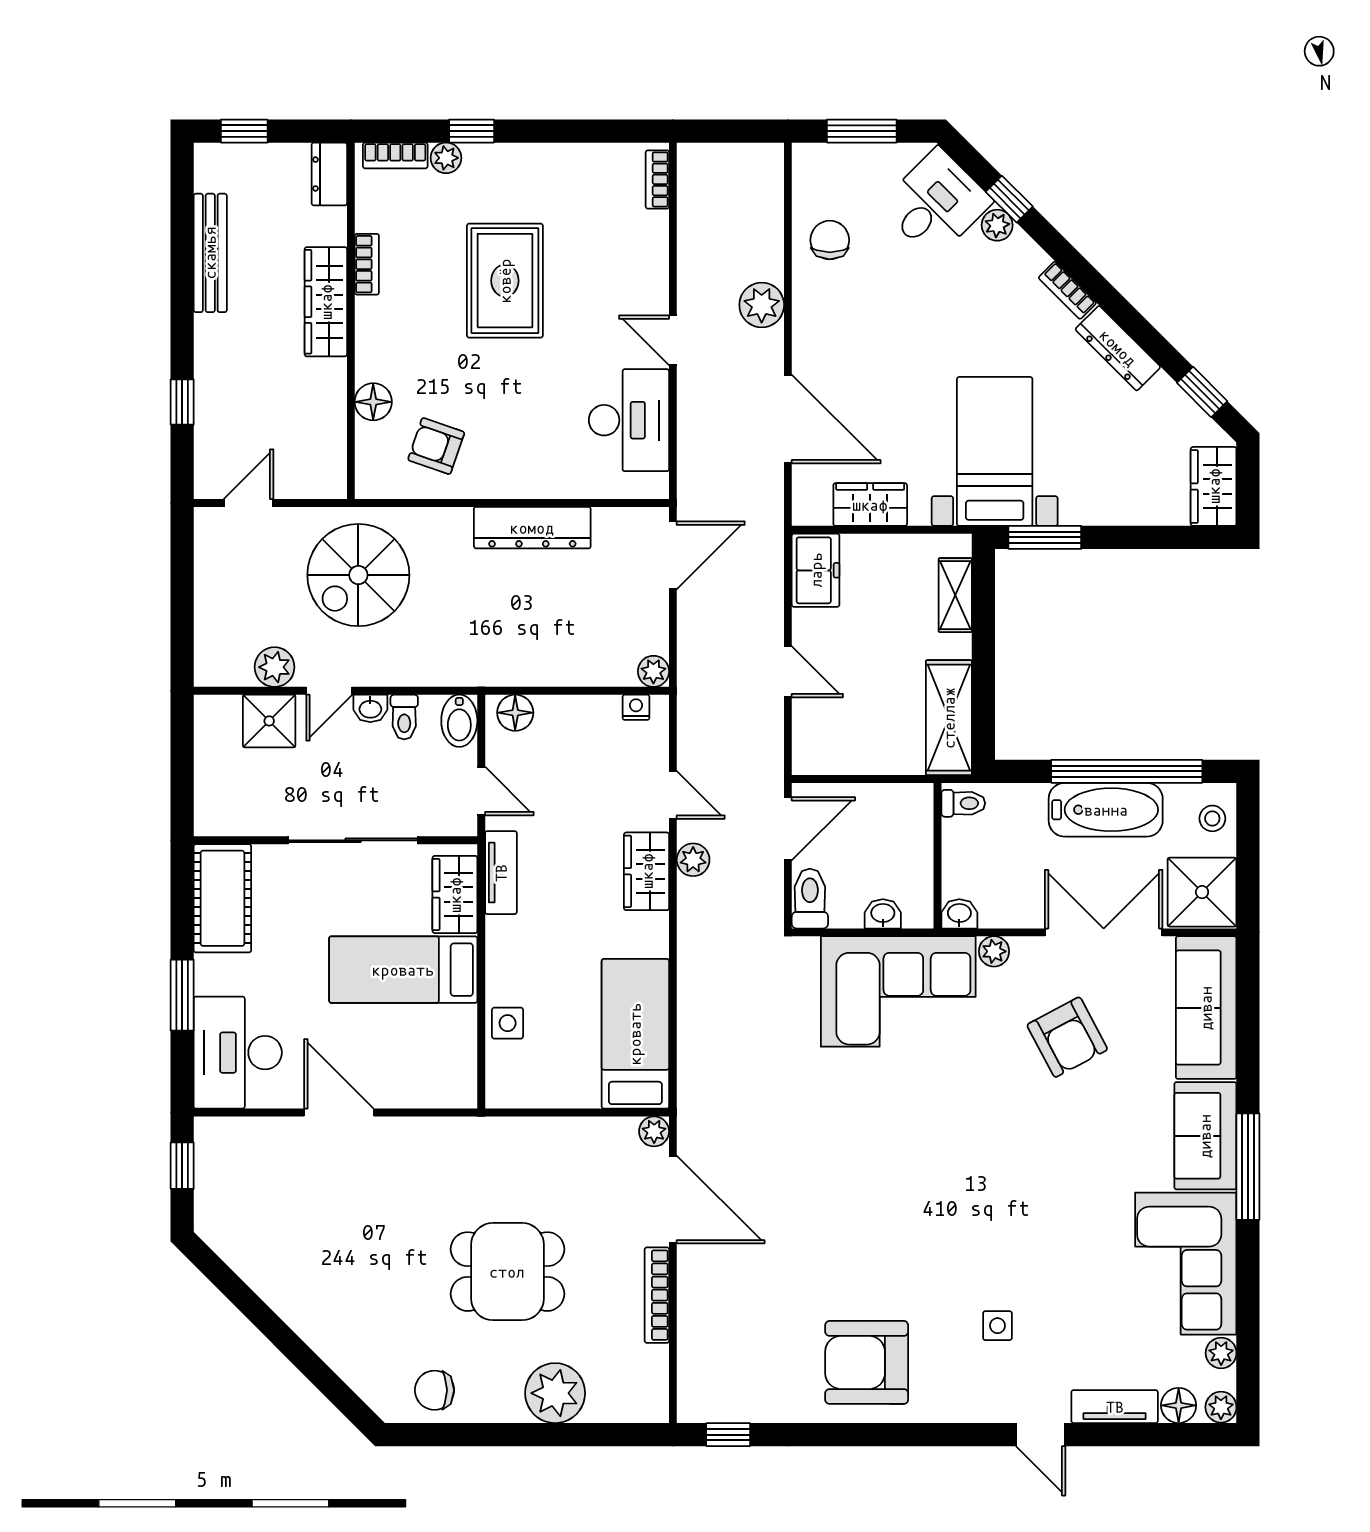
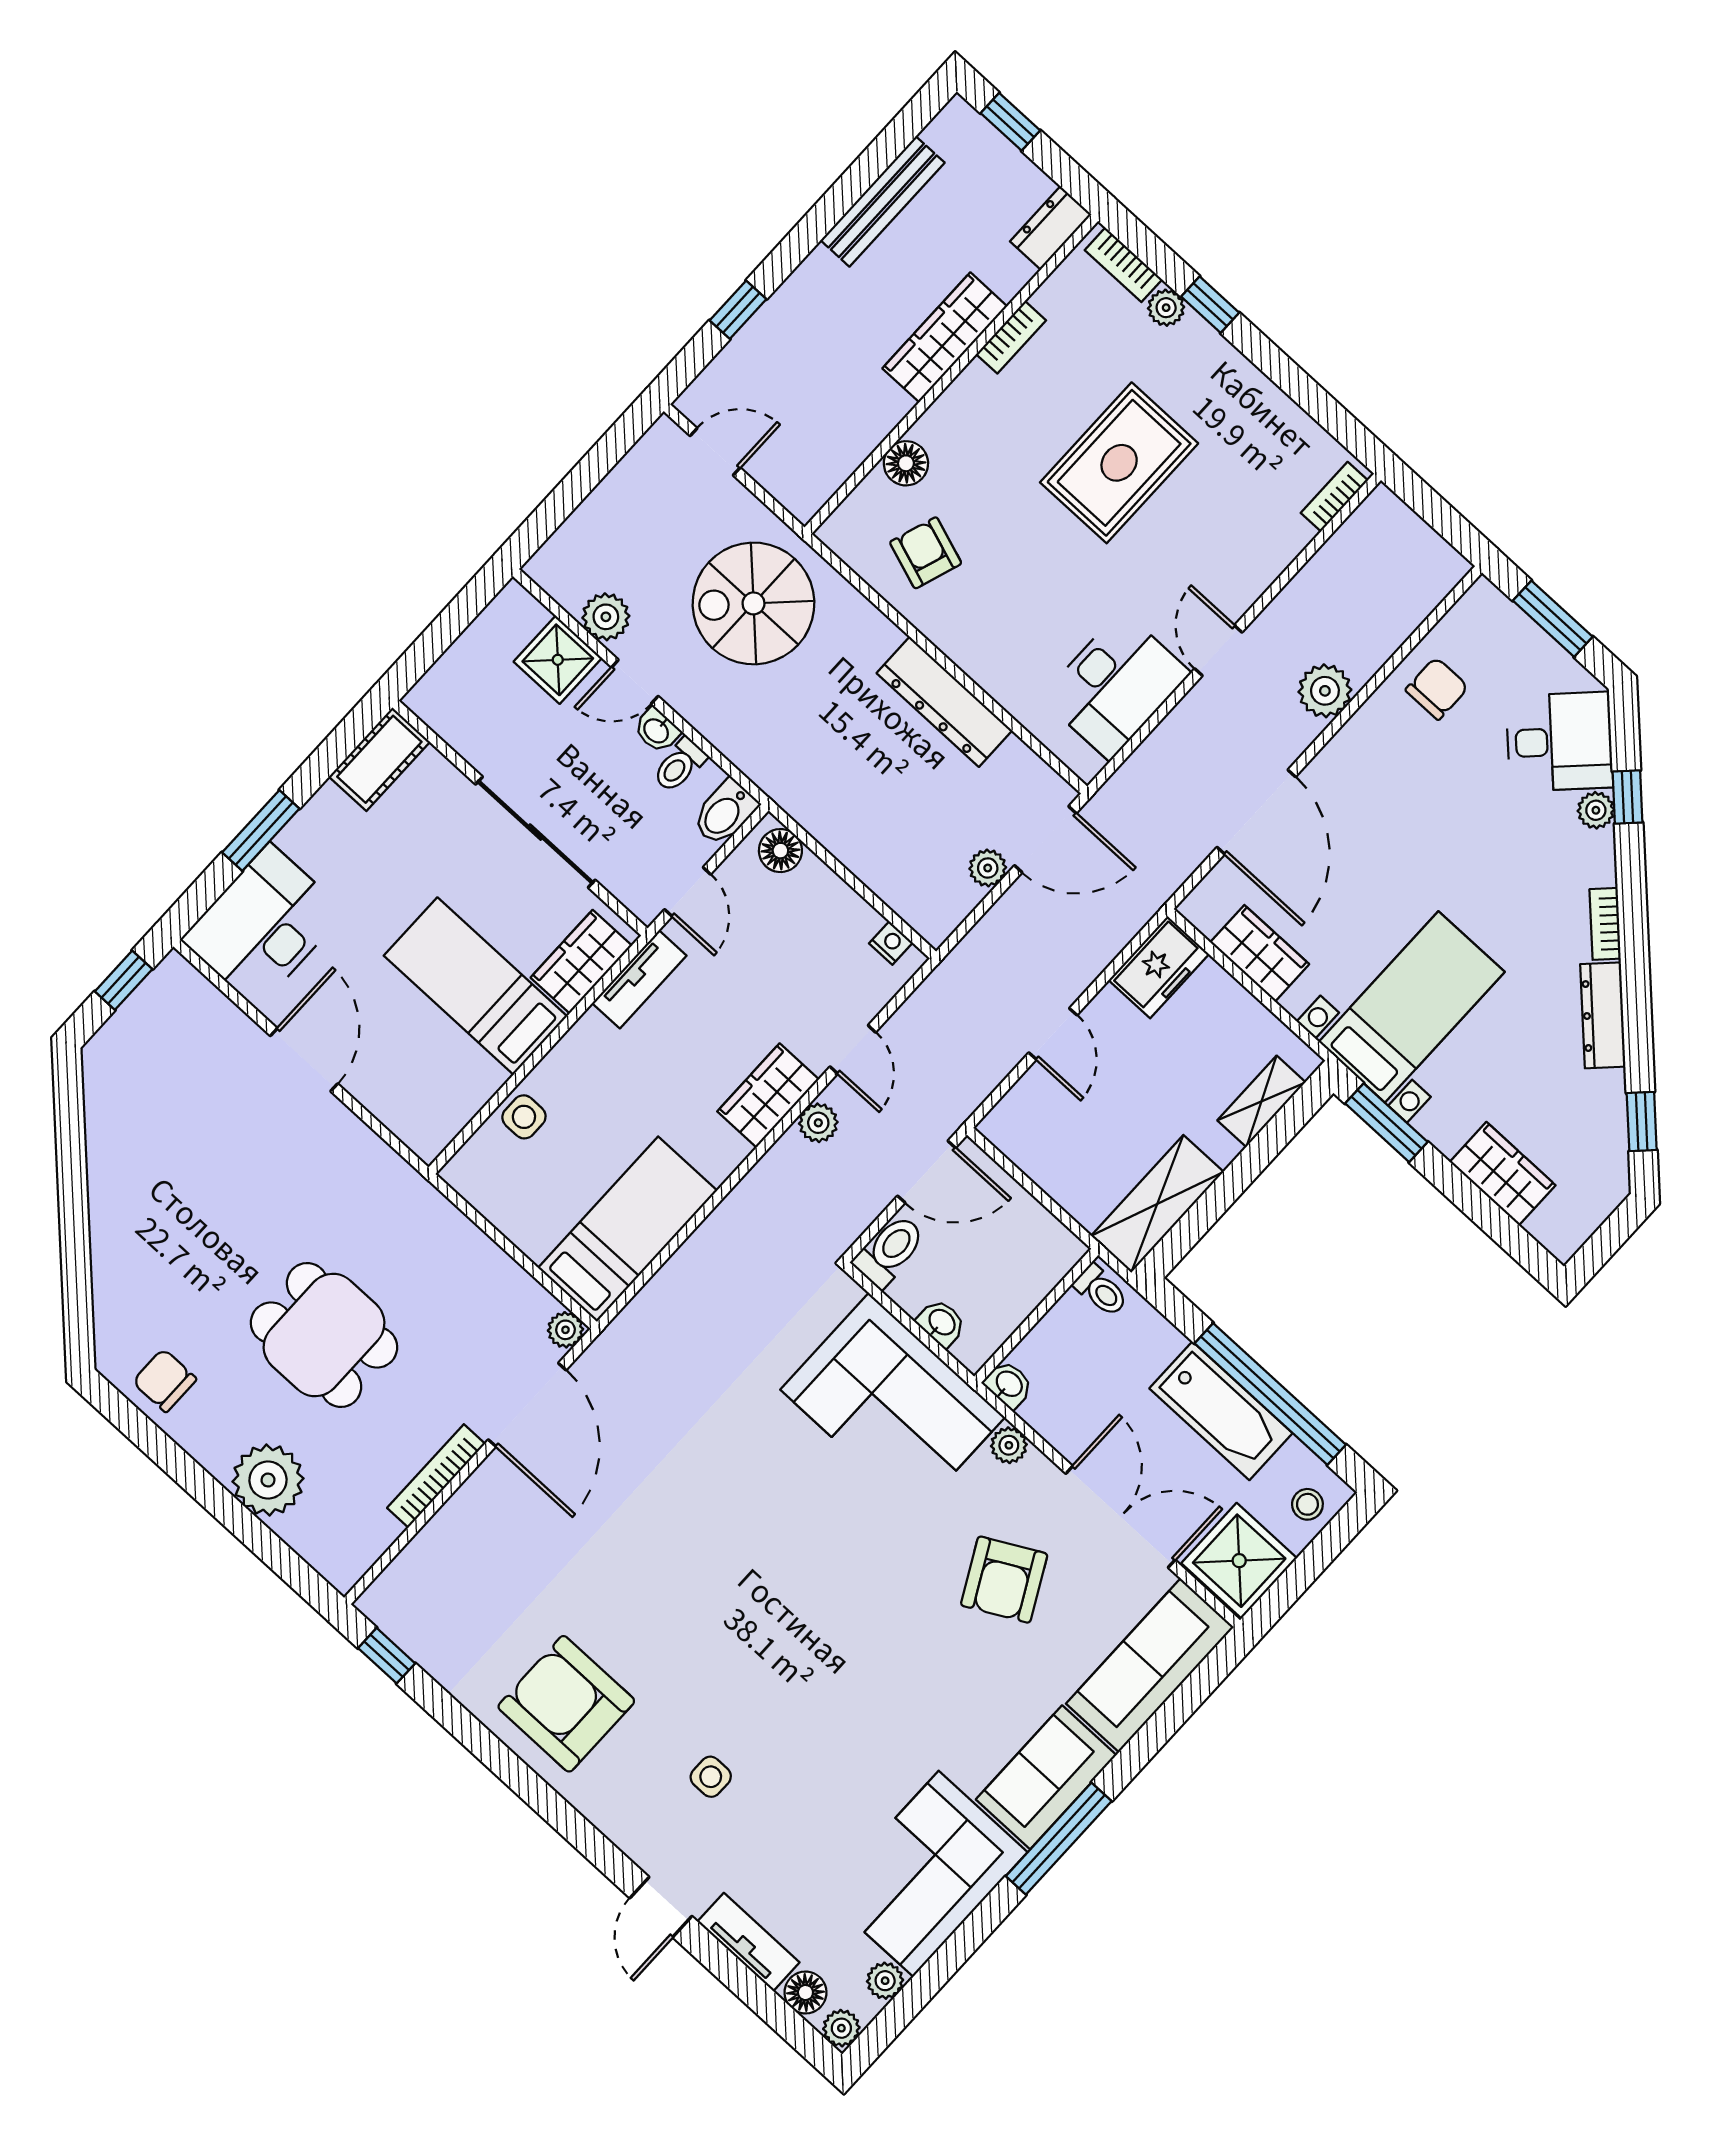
wardrobe: (1214, 486) -> (1503, 1174), moved, turned 90
plant: (653, 671) -> (988, 868), moved
cot: (222, 898) -> (379, 759), width x0.73, depth x0.75

